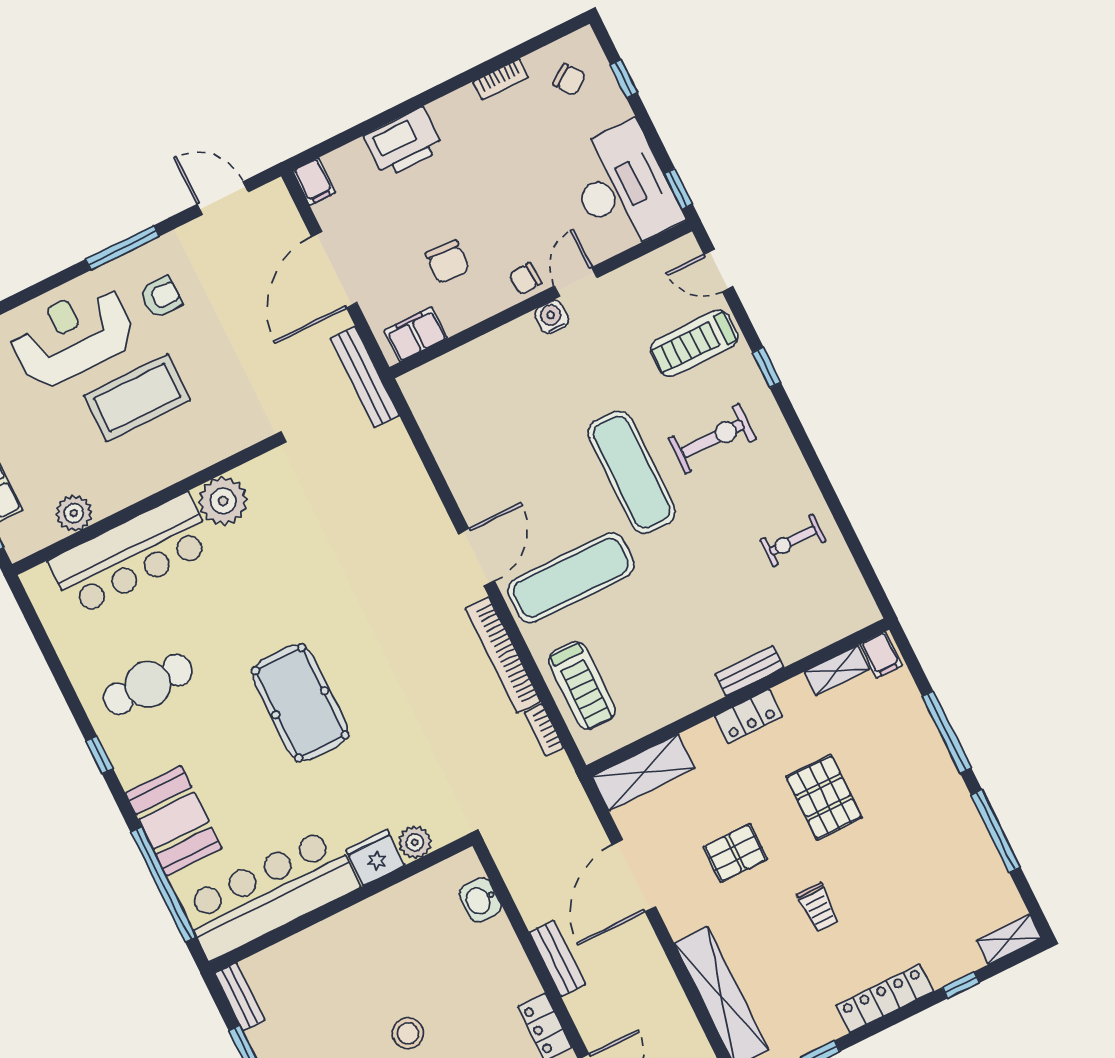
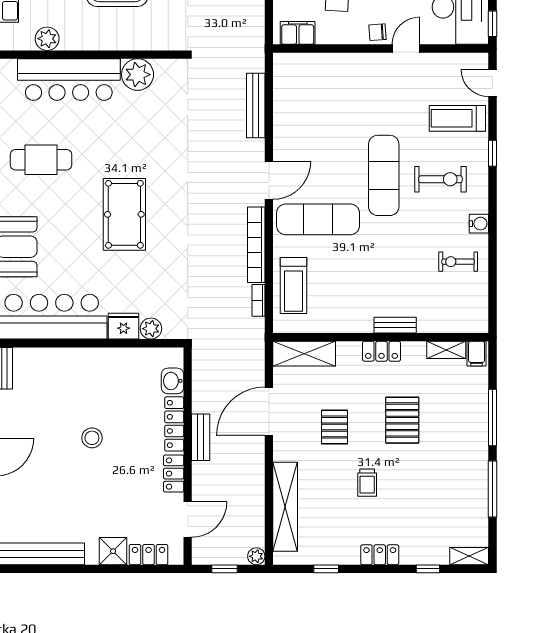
water cooler: (552, 317) -> (479, 224), moved, turned 90
bench: (365, 377) -> (256, 105), moved
pallet: (735, 853) -> (335, 427), turned 90
locker: (512, 958) -> (174, 424), added
locker: (885, 998) -> (380, 555), width x0.66

